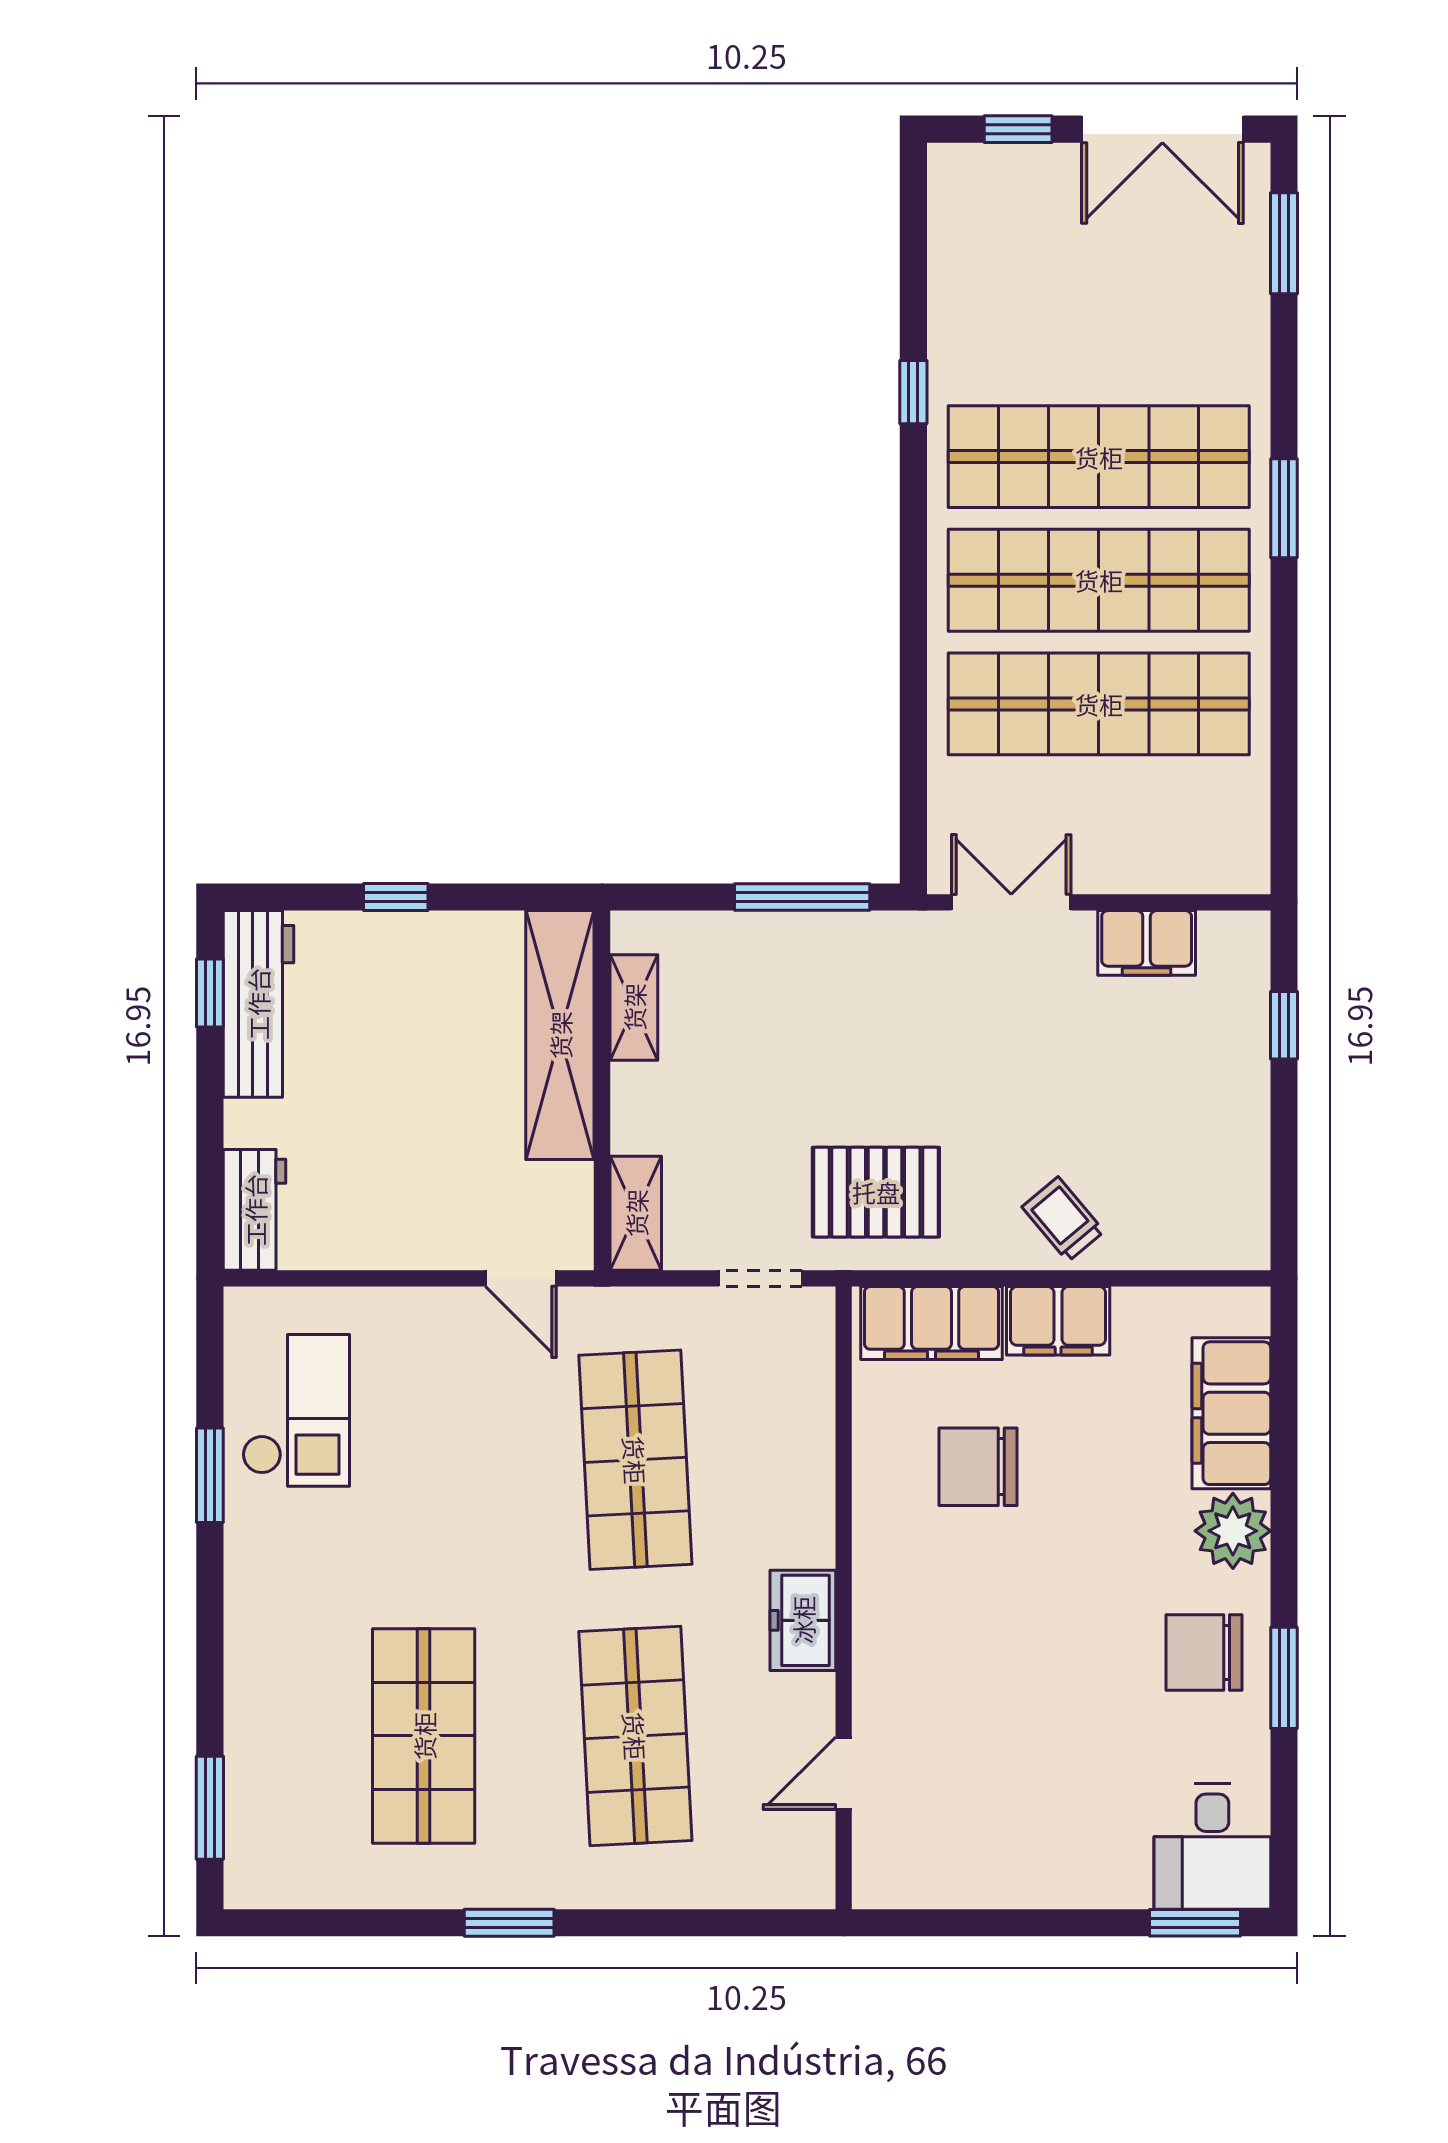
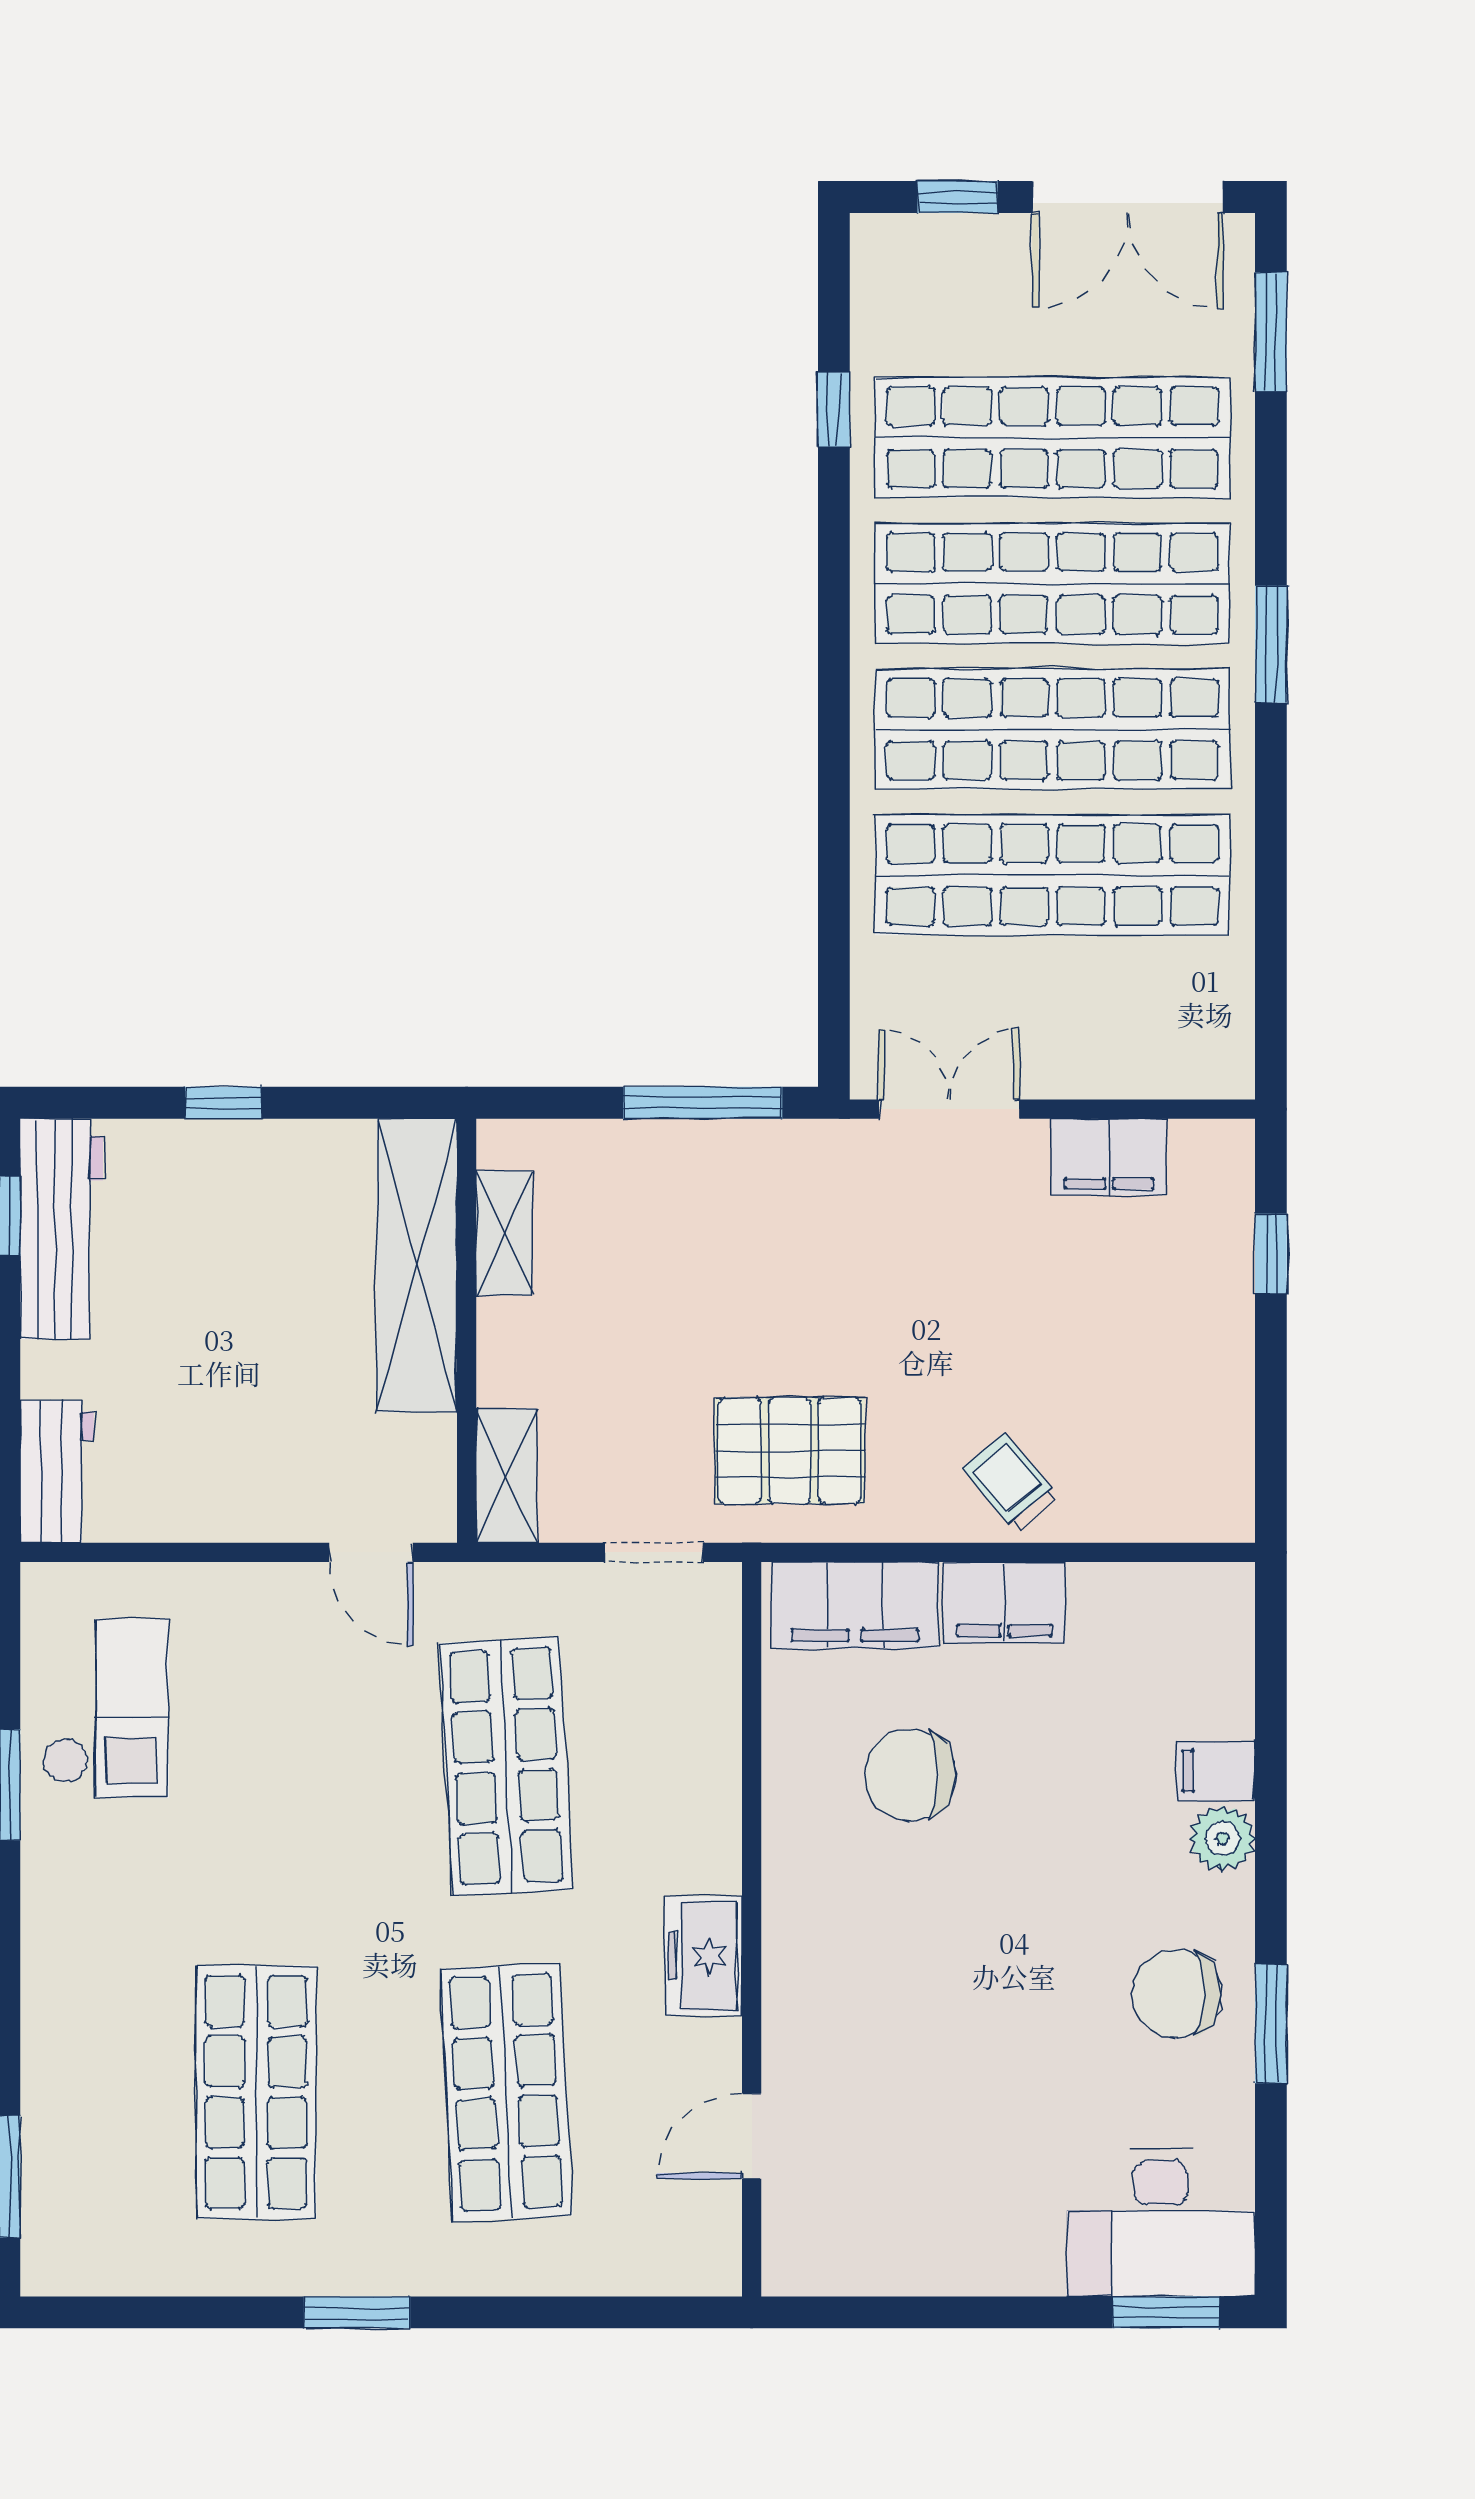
shop shelf: (1099, 333) -> (1052, 437), added
window: (913, 392) -> (834, 410), moved
filing cabinet: (1231, 1413) -> (1215, 1771), width x0.33, depth x0.86
plant: (1233, 1531) -> (1222, 1838), width x0.73, depth x0.73
desk: (1212, 1847) -> (1161, 2223), width x1.37

